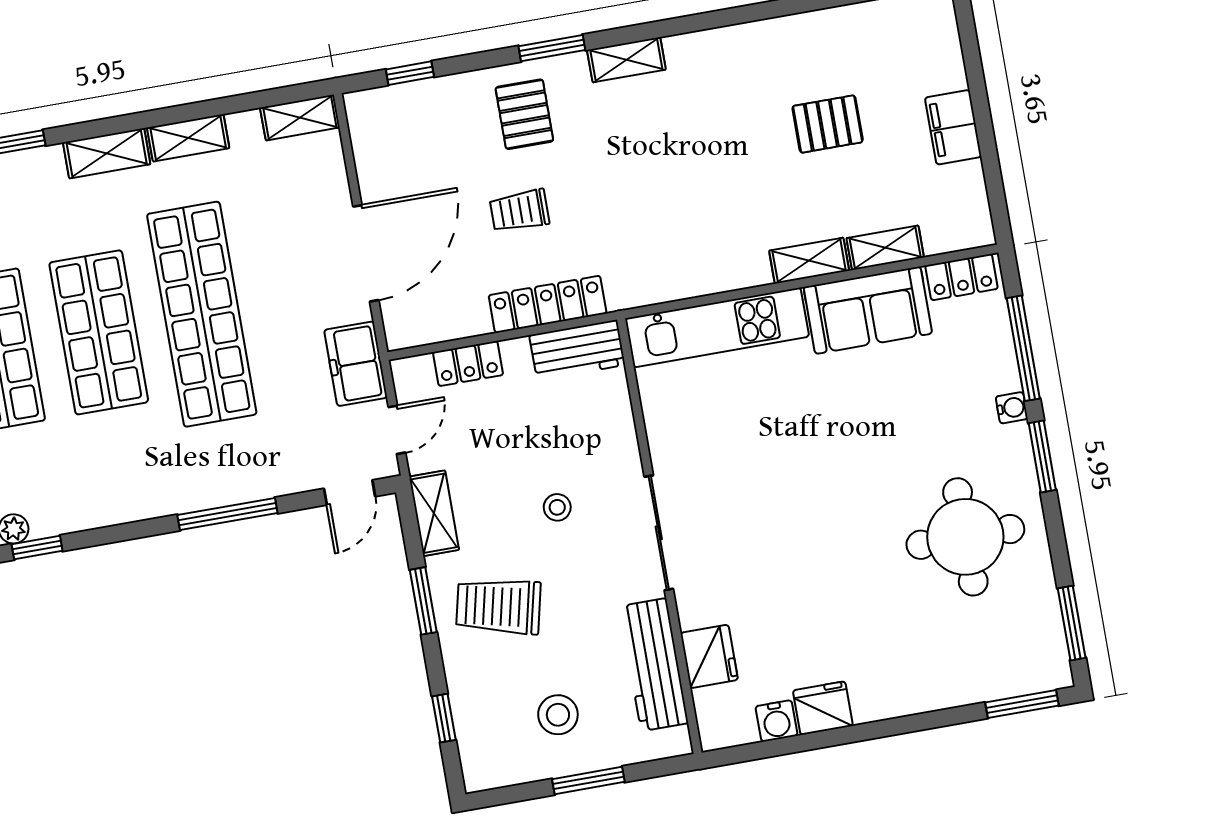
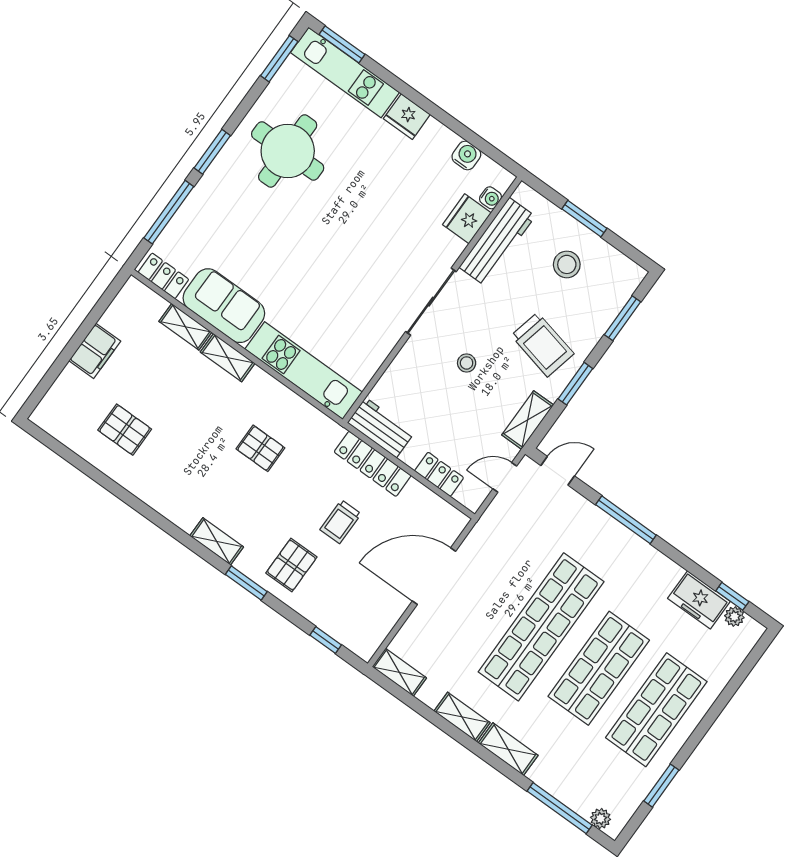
pallet: (828, 124) -> (125, 430), moved
pallet: (680, 202) -> (260, 448), added
trolley: (520, 211) -> (340, 522), turned 90
freezer: (356, 364) -> (699, 600), moved, turned 90
water cooler: (1012, 408) -> (491, 198), moved, turned 180
kitchen unit: (989, 678) -> (345, 72), added
fridge: (823, 708) -> (407, 117), moved
window: (444, 718) -> (622, 318), width x1.50

